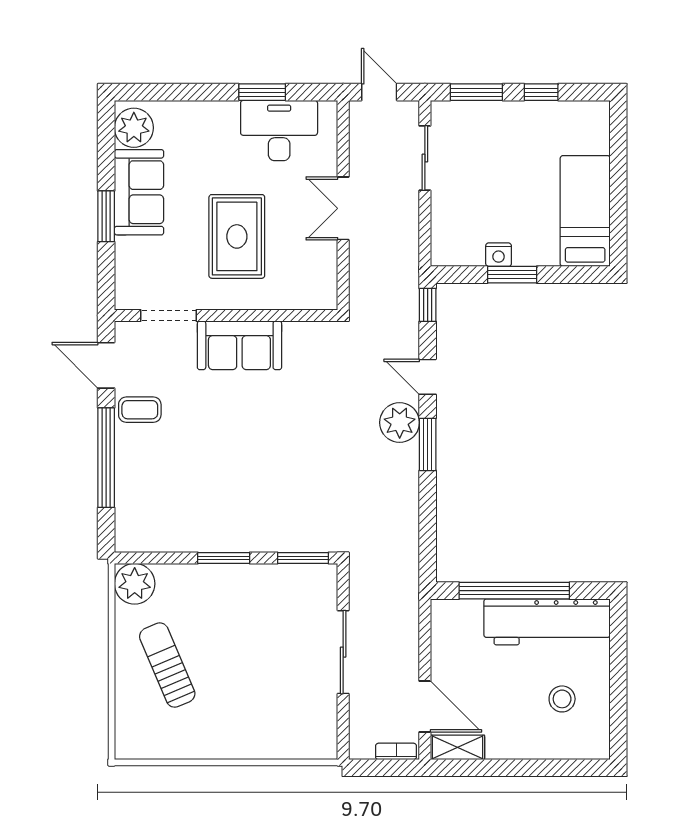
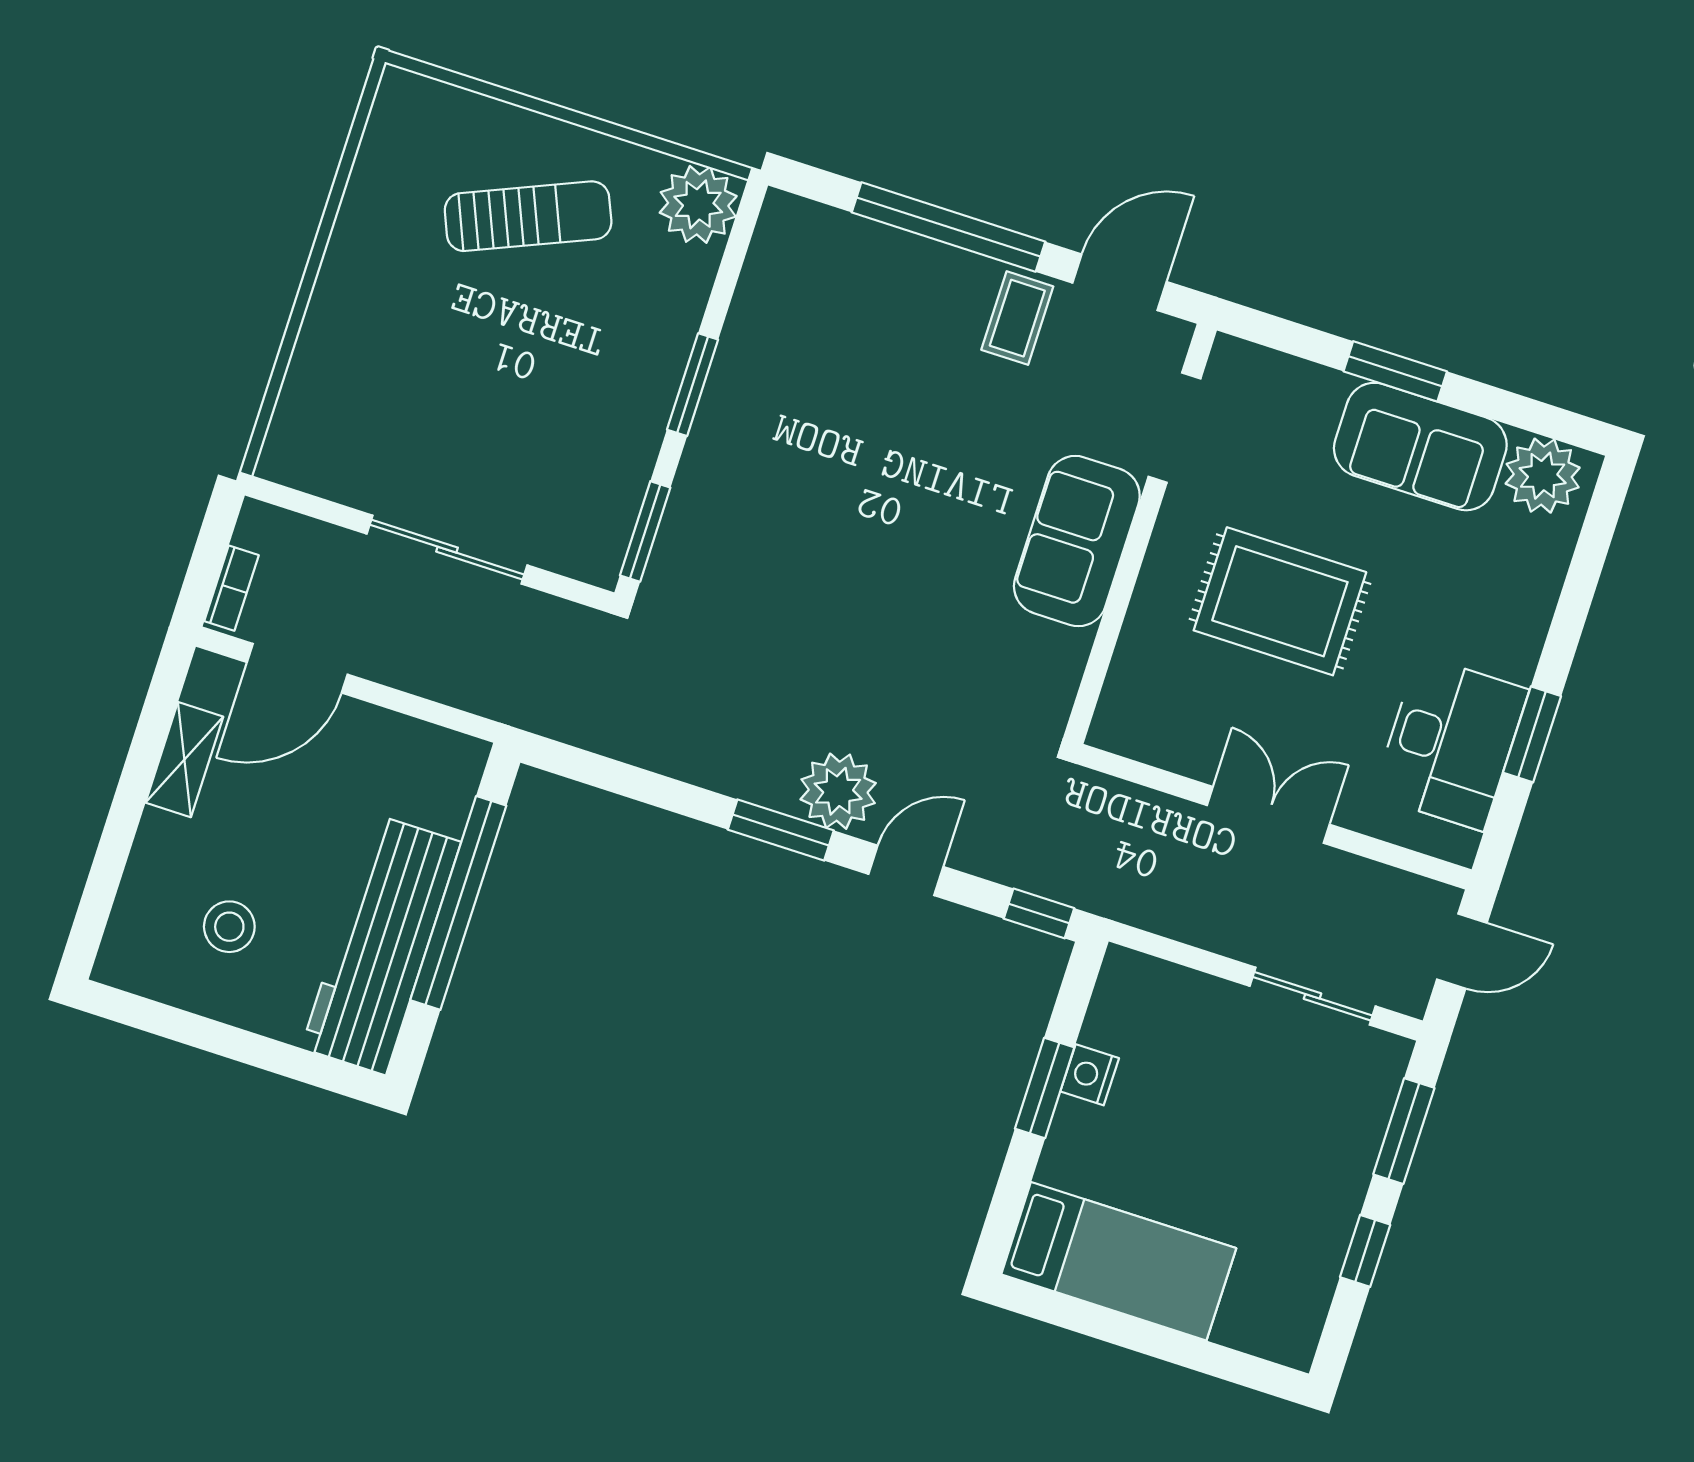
shelving: (458, 747) -> (184, 760), moved

